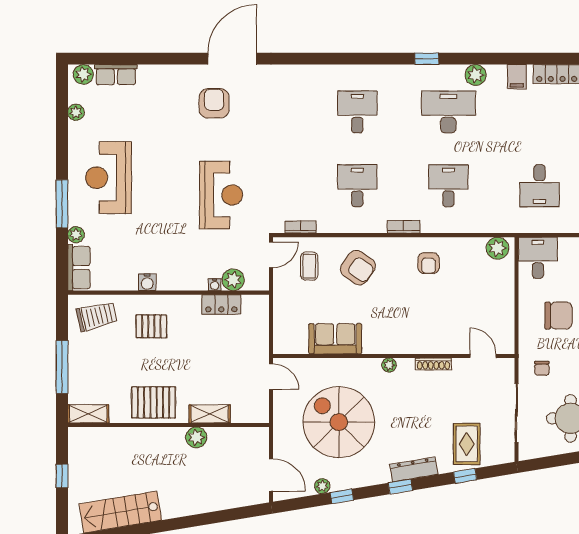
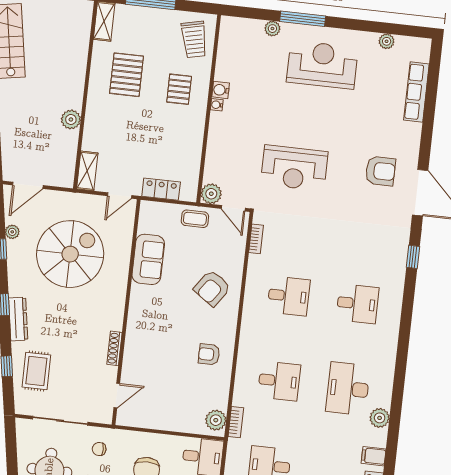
window: (427, 59) -> (413, 257), moved
plant: (83, 74) -> (421, 52), removed
row of seats: (116, 75) -> (416, 92), width x1.48
desk: (448, 112) -> (348, 389), turned 180
bookcase: (404, 227) -> (236, 422), moved
coffee table: (309, 266) -> (195, 219), moved
row of seats: (79, 268) -> (241, 28), removed
plant: (233, 280) -> (211, 194), moved
water cooler: (215, 285) -> (217, 105), moved
locker: (221, 304) -> (161, 189), moved, turned 90
plant: (389, 365) -> (118, 307), removed
pallet: (154, 402) -> (127, 75), moved
shelving: (210, 414) -> (87, 171), moved
rug: (467, 444) -> (36, 371), turned 90

